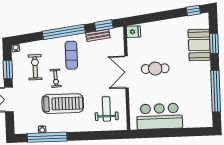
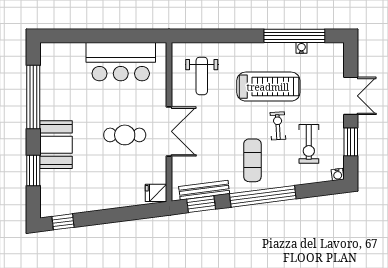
bench: (98, 35) -> (204, 190), width x1.36
booth: (199, 45) -> (56, 145), moved
treadmill: (63, 104) -> (268, 87), turned 180

